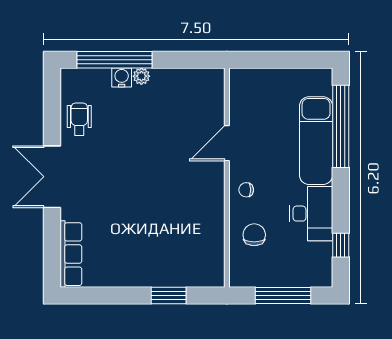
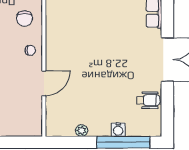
plant: (141, 76) -> (82, 131), moved
wheelchair: (79, 119) -> (148, 100), turned -90

